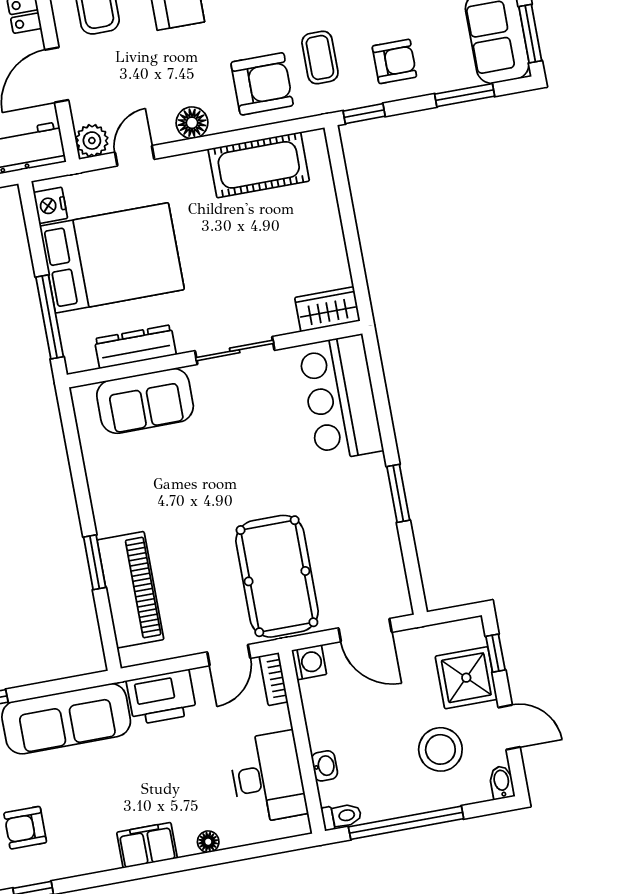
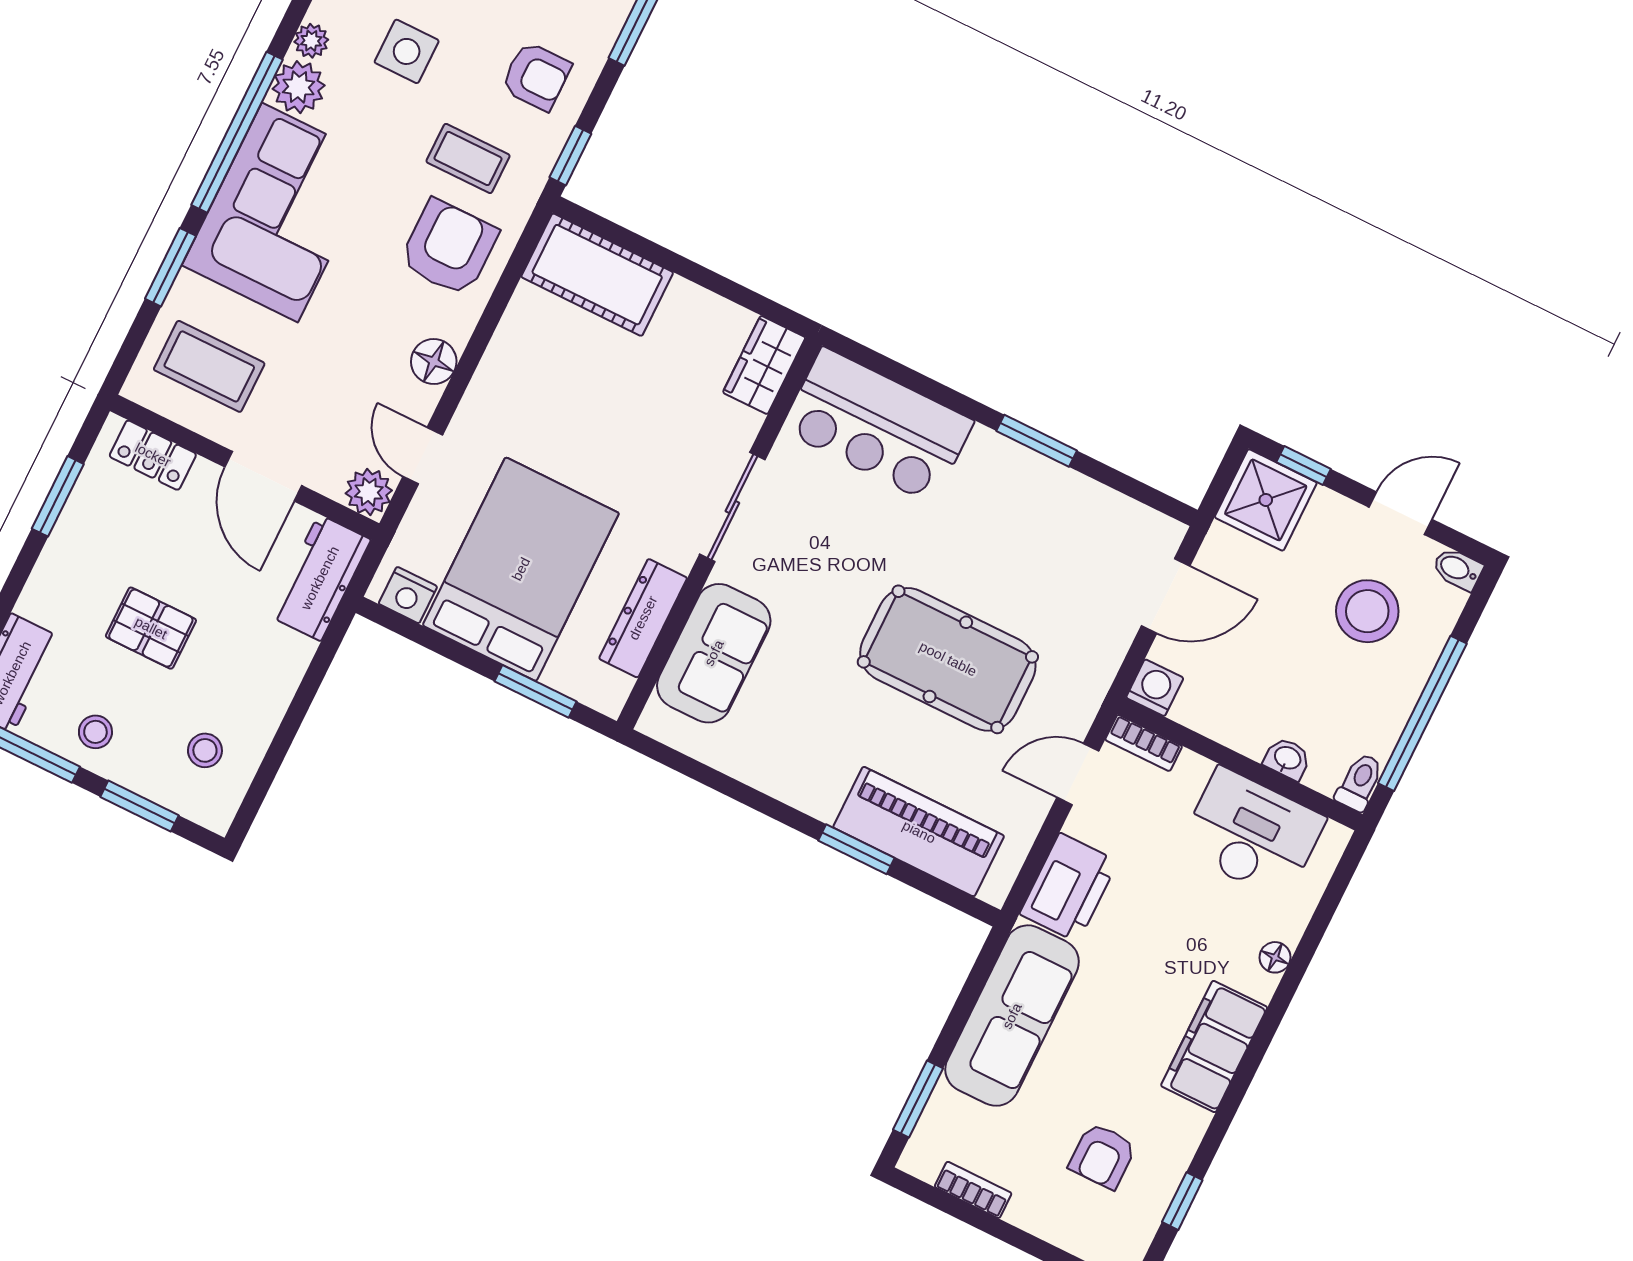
armchair: (394, 61) -> (536, 76), turned 90
cot: (259, 165) -> (597, 275), moved, turned 90
window: (50, 317) -> (535, 691), width x0.69
pool table: (277, 576) -> (948, 659), moved
door: (229, 655) -> (1078, 774), swing flipped
shower: (466, 678) -> (1266, 500), moved
filing cabinet: (147, 845) -> (1214, 1046), width x1.50, depth x1.17

